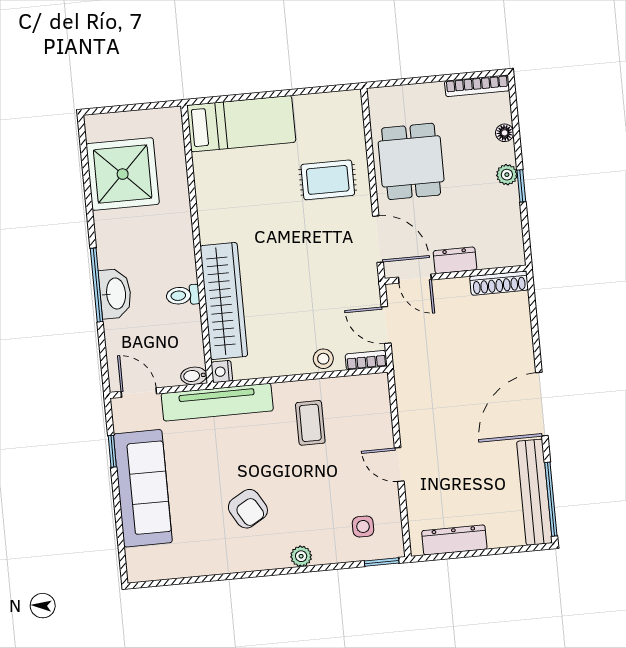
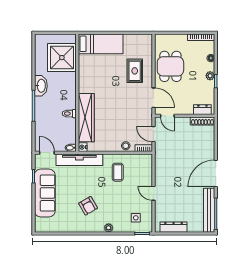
shower: (123, 174) -> (62, 58), moved
rug: (328, 180) -> (135, 71), turned 90
dresser: (455, 260) -> (202, 110), moved
washbasin: (115, 294) -> (41, 86), moved

